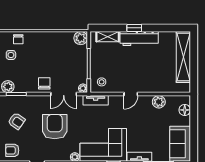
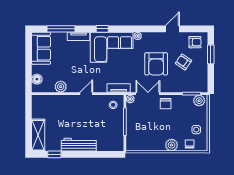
window: (134, 28) -> (54, 154), moved
shelving: (108, 37) -> (108, 146), removed
plant: (81, 38) -> (172, 145), moved
shelving: (183, 57) -> (38, 135), width x0.68
armchair: (16, 121) -> (183, 62), moved

